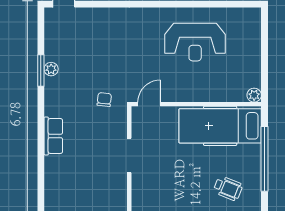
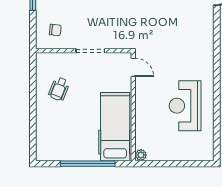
chair: (104, 100) -> (55, 30), moved
wheelchair: (228, 188) -> (59, 89), moved

